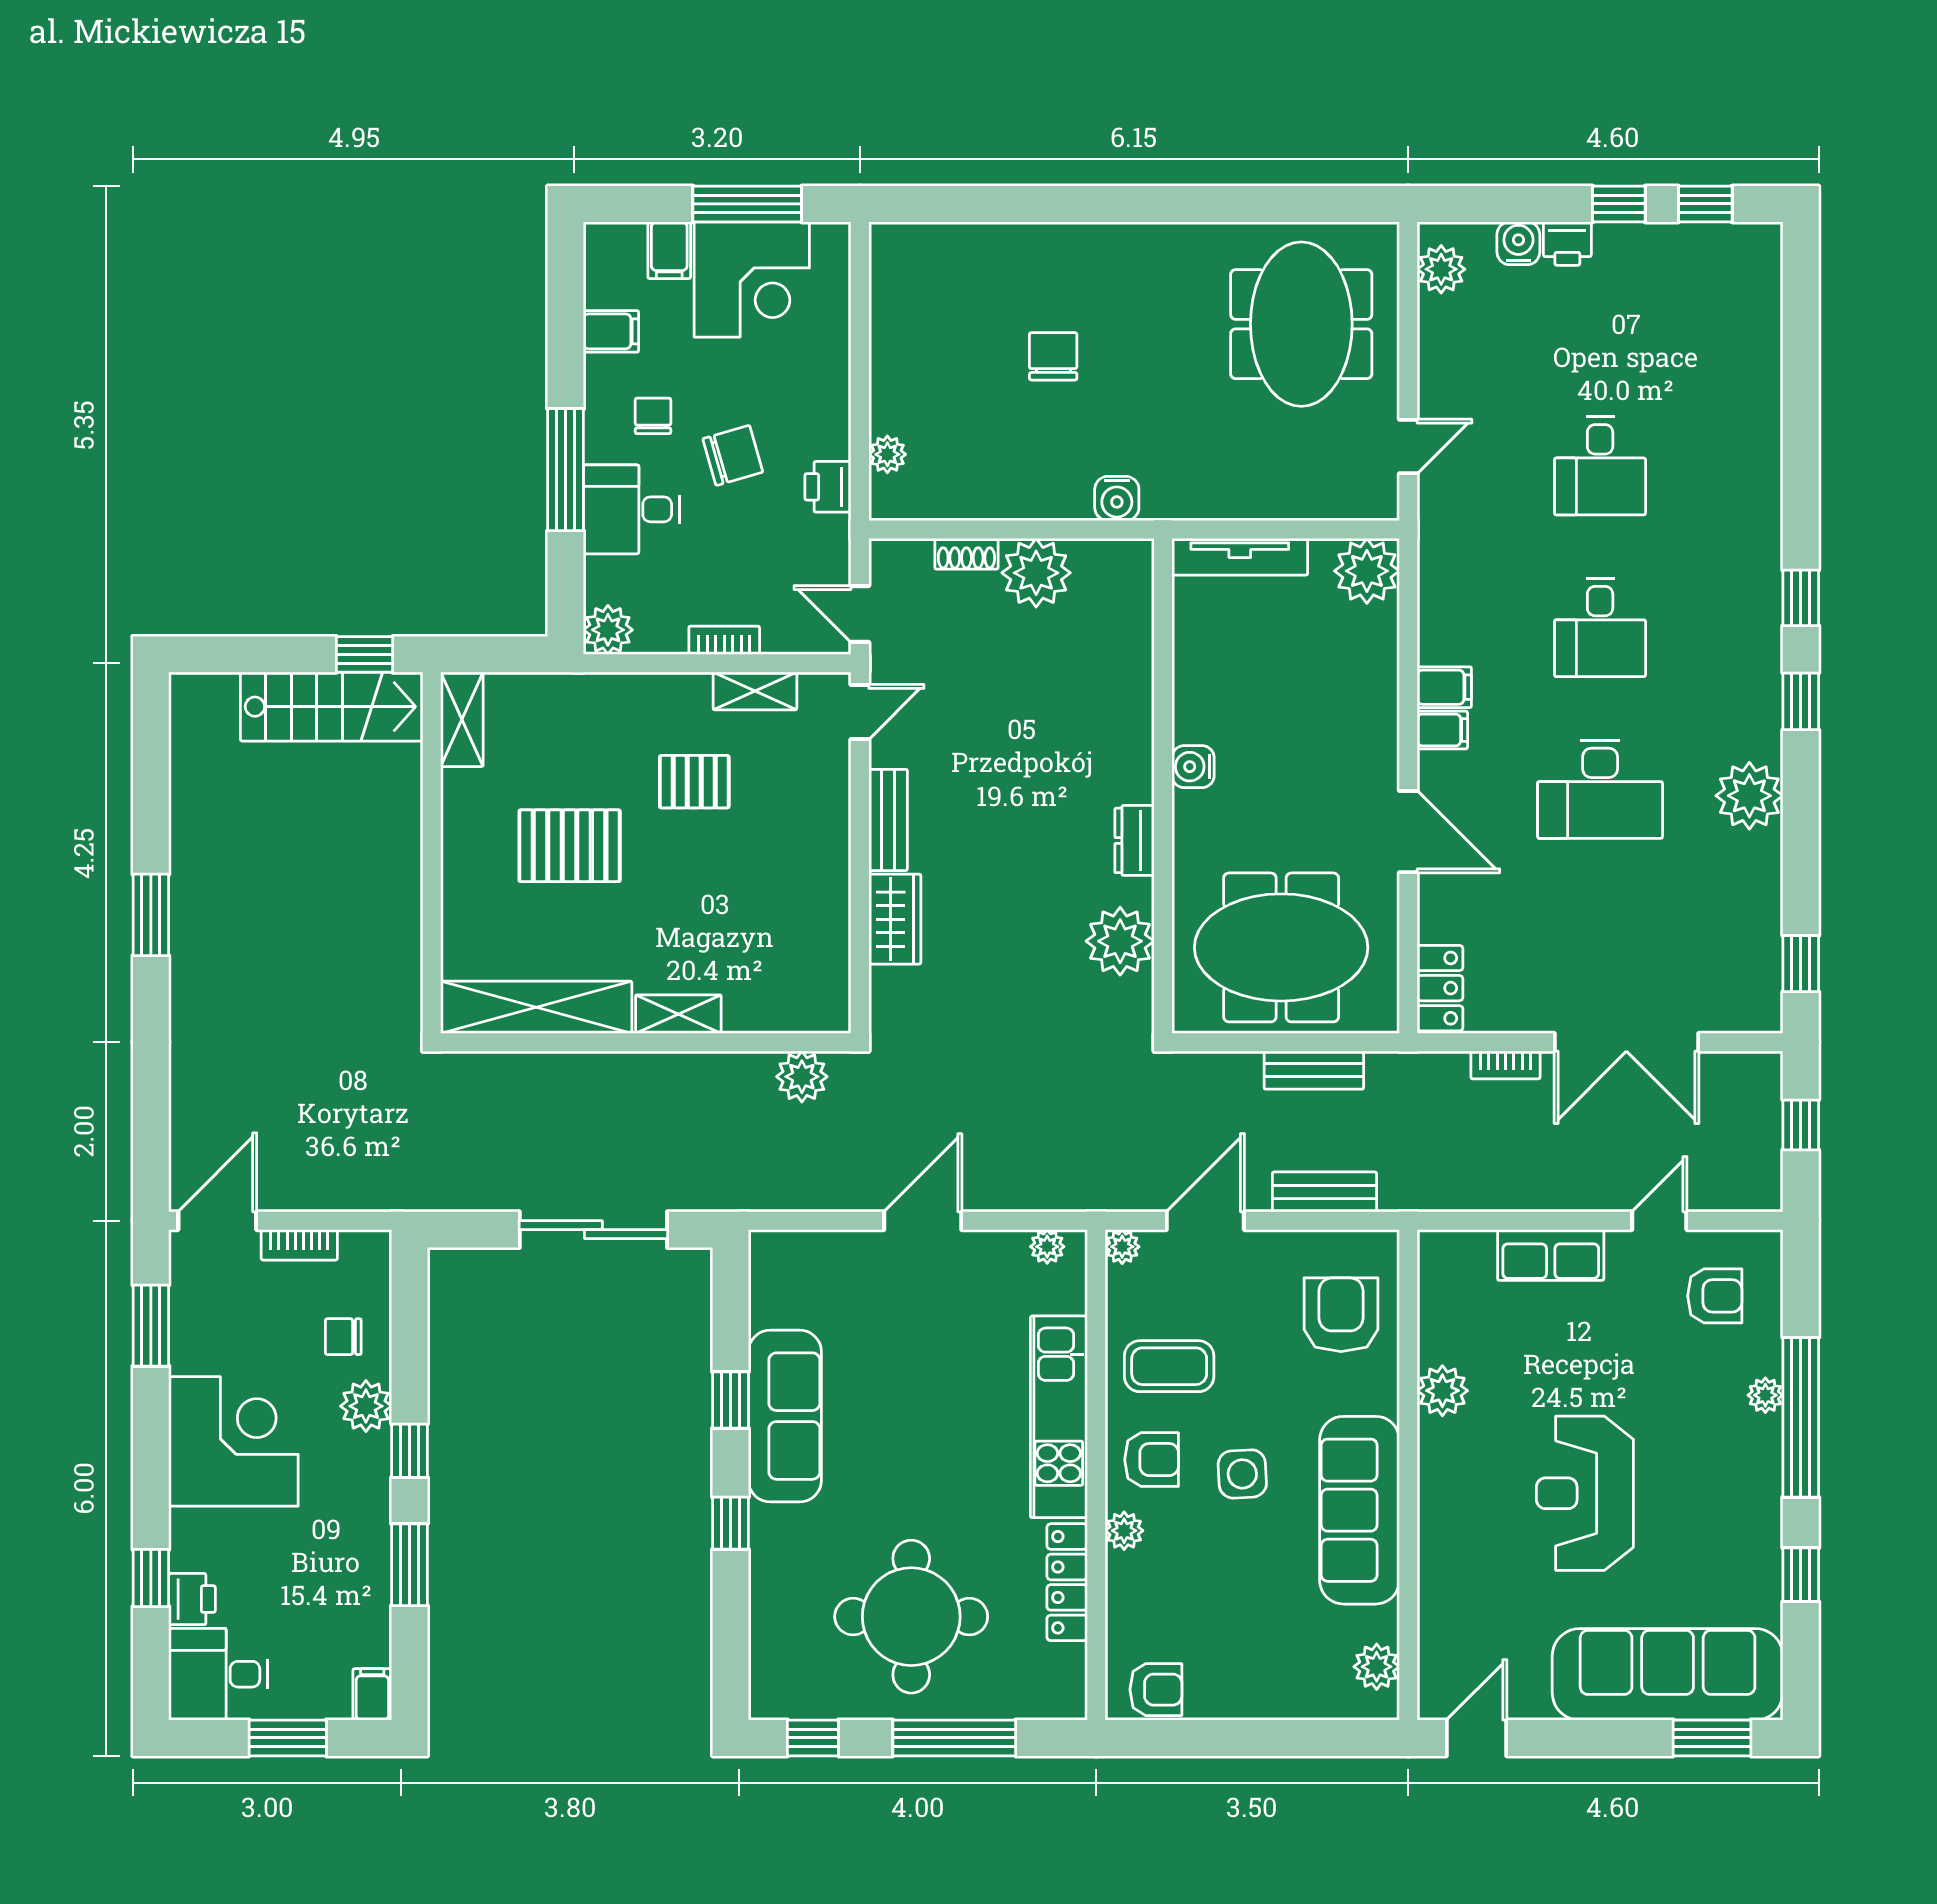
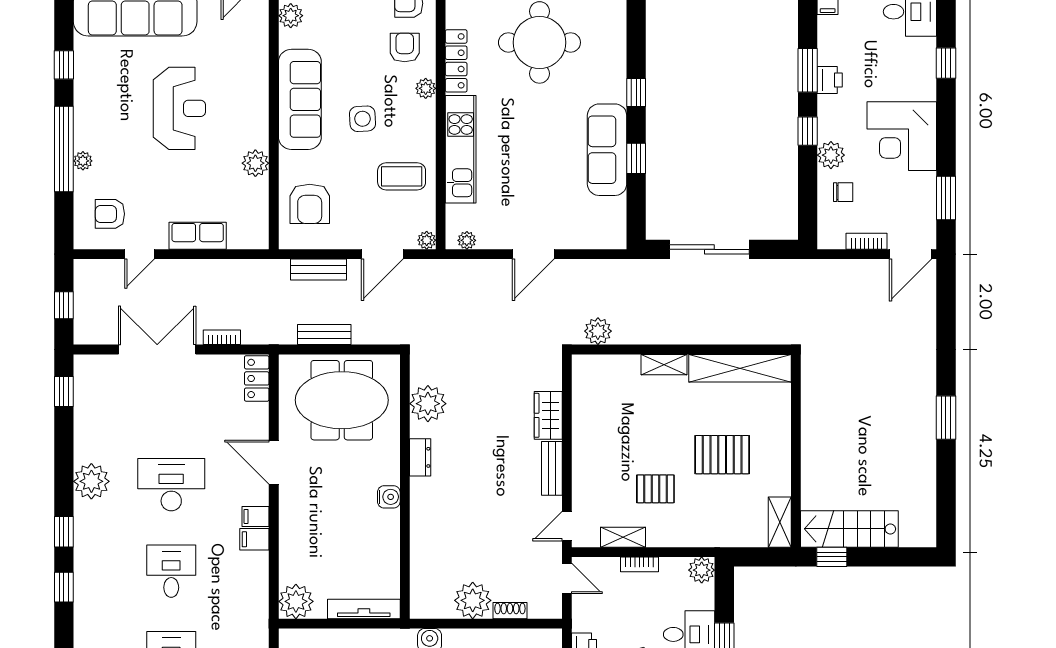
armchair: (1152, 1460) -> (405, 47), moved, turned 90
printer: (192, 1599) -> (830, 80), moved, turned 180

